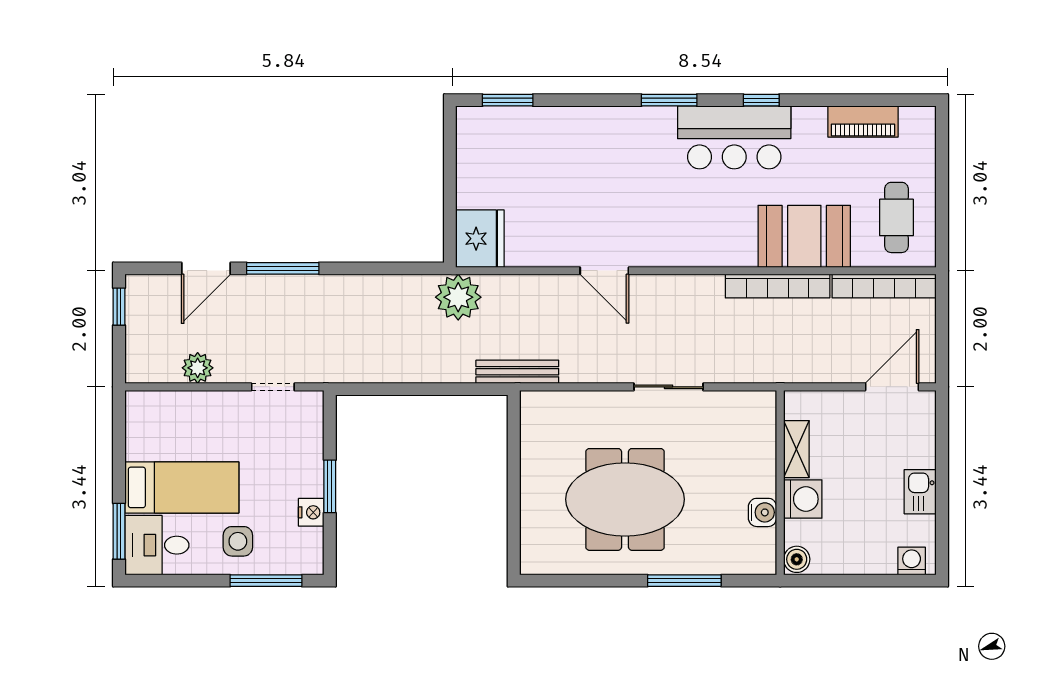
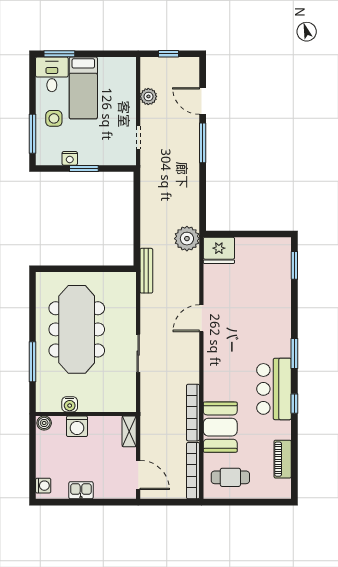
window: (119, 307) -> (168, 54), moved
shelving: (796, 449) -> (129, 431), moved, turned 90
meeting table: (625, 499) -> (77, 329), width x1.36

